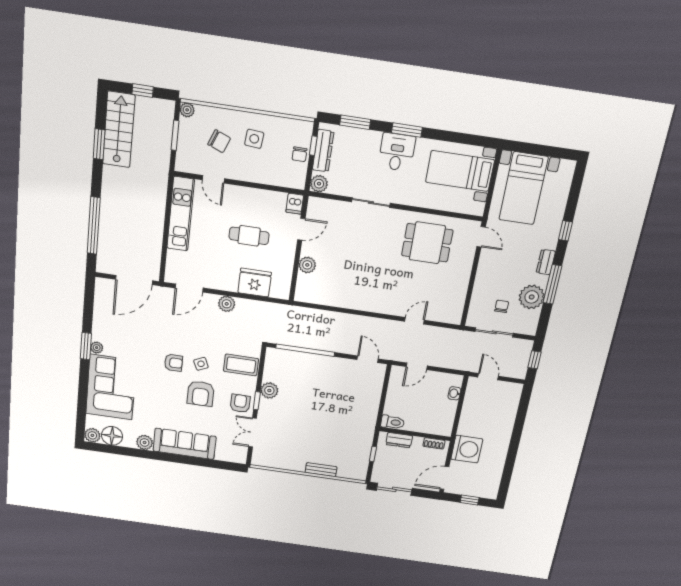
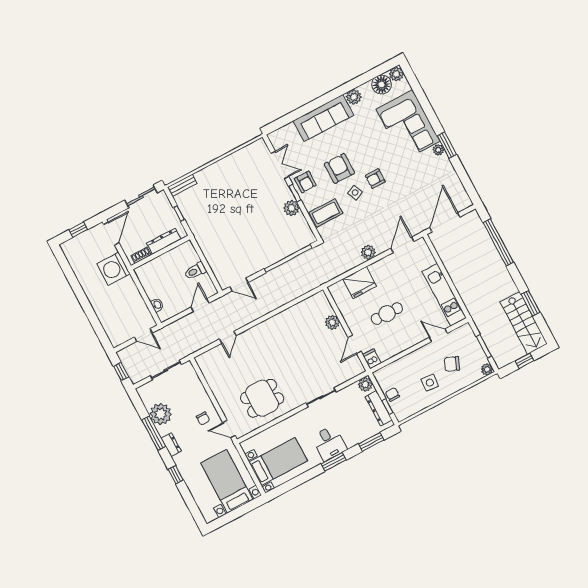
chair: (502, 306) -> (203, 419), moved
toilet: (393, 422) -> (195, 271), moved
dresser: (399, 440) -> (164, 241), width x1.44
bench: (321, 470) -> (182, 185), moved

